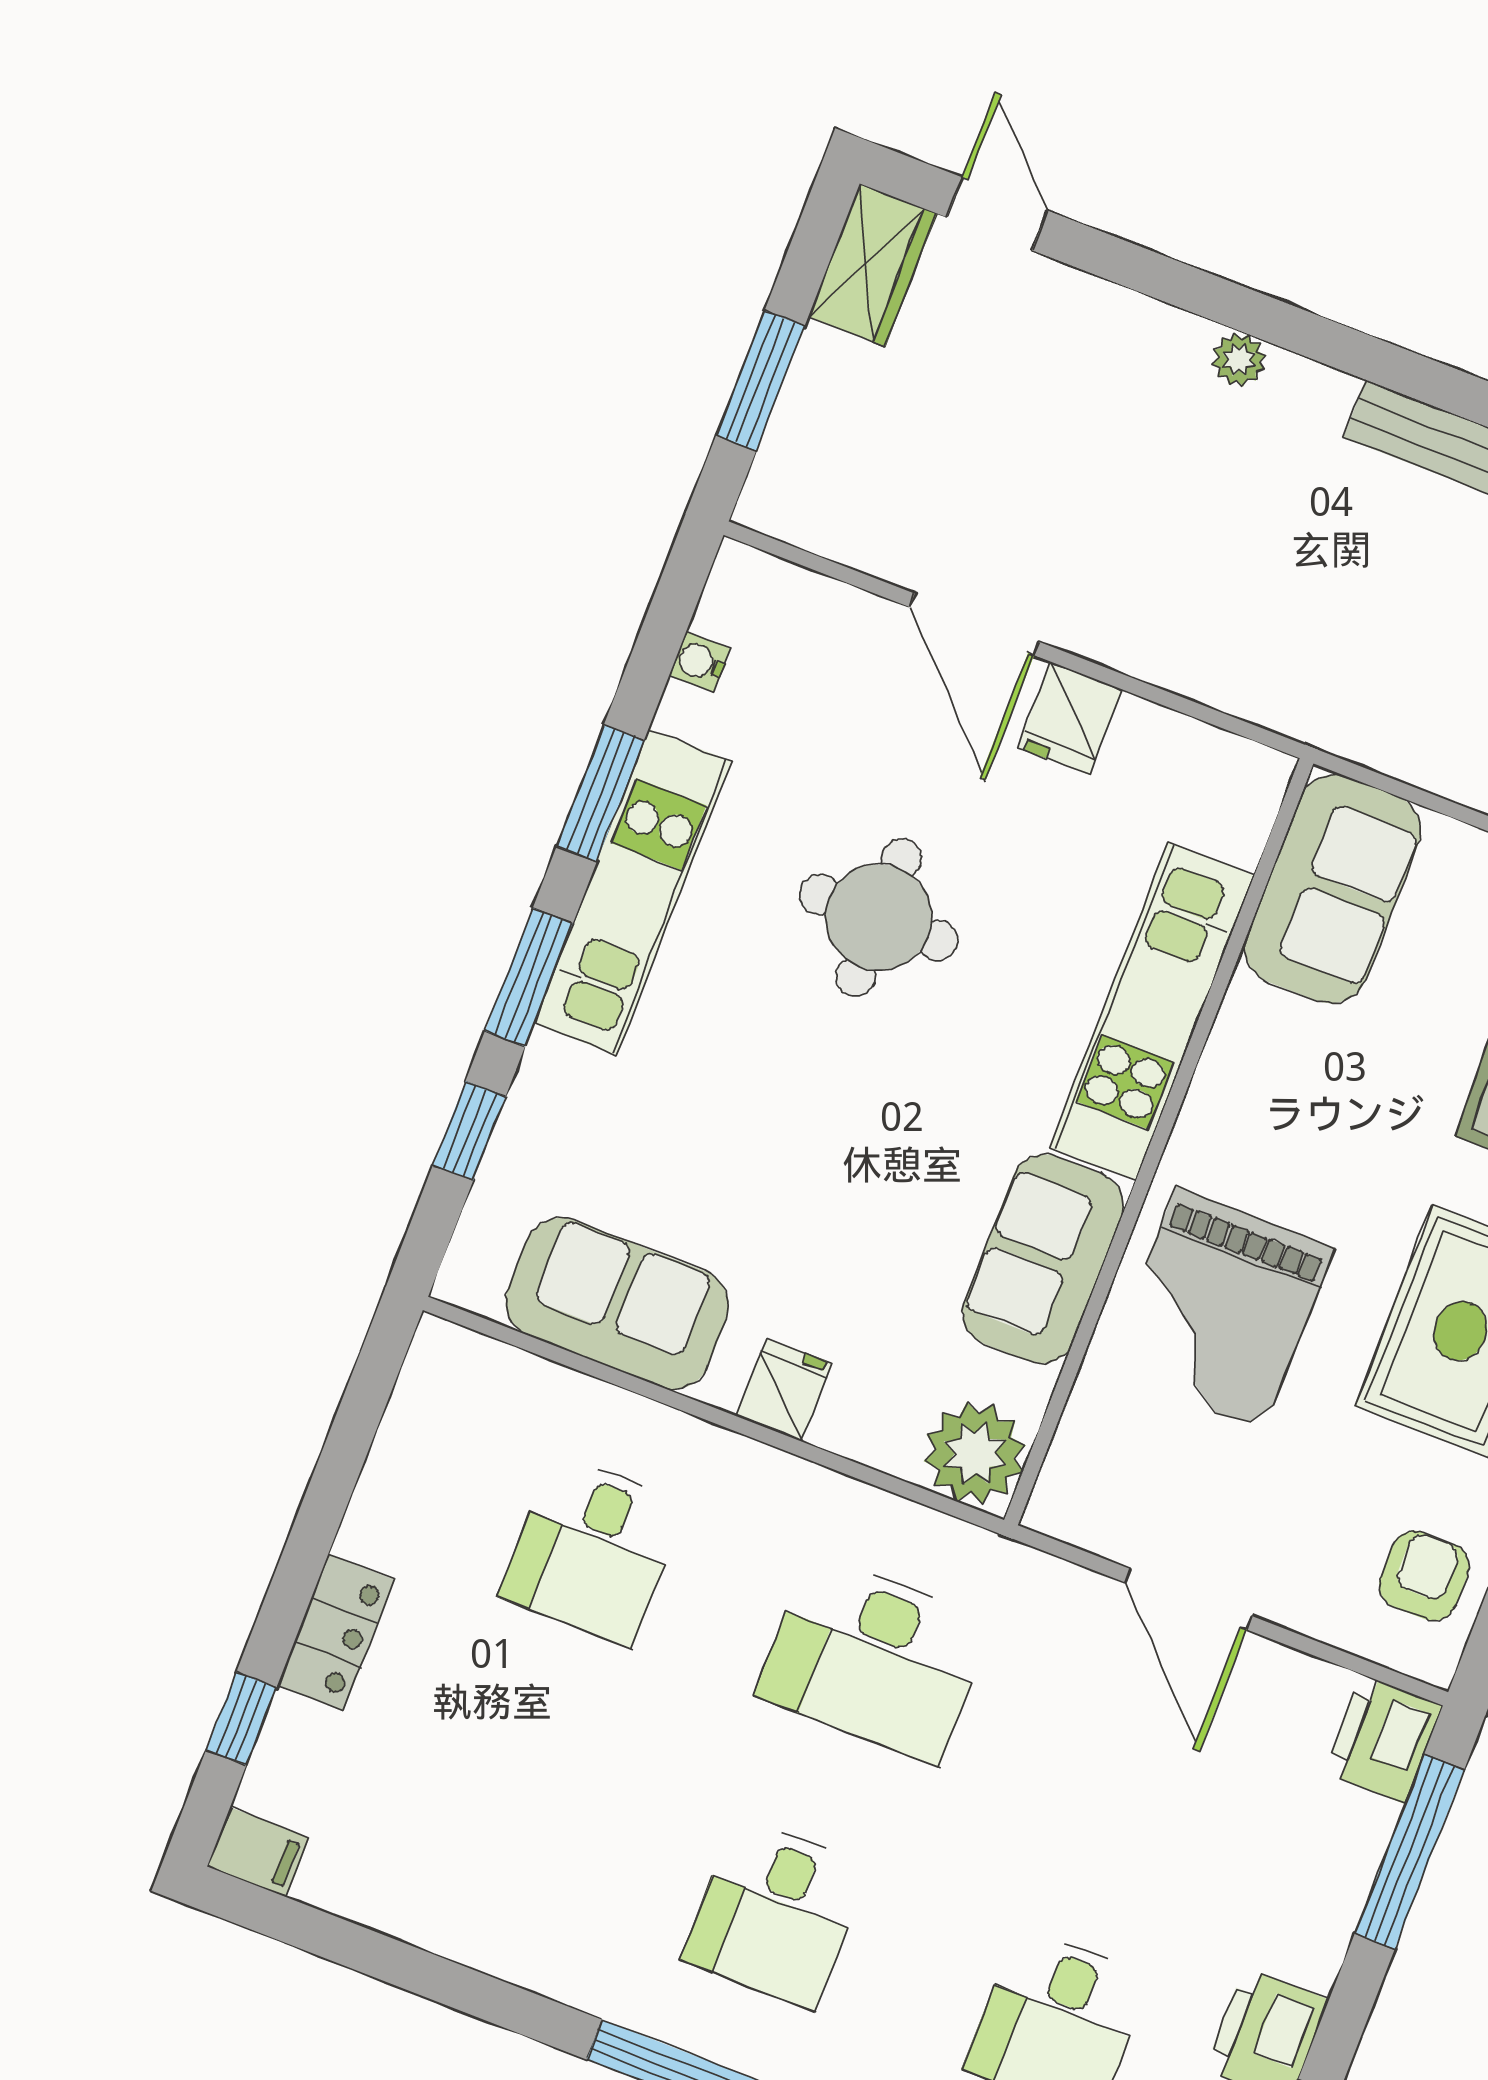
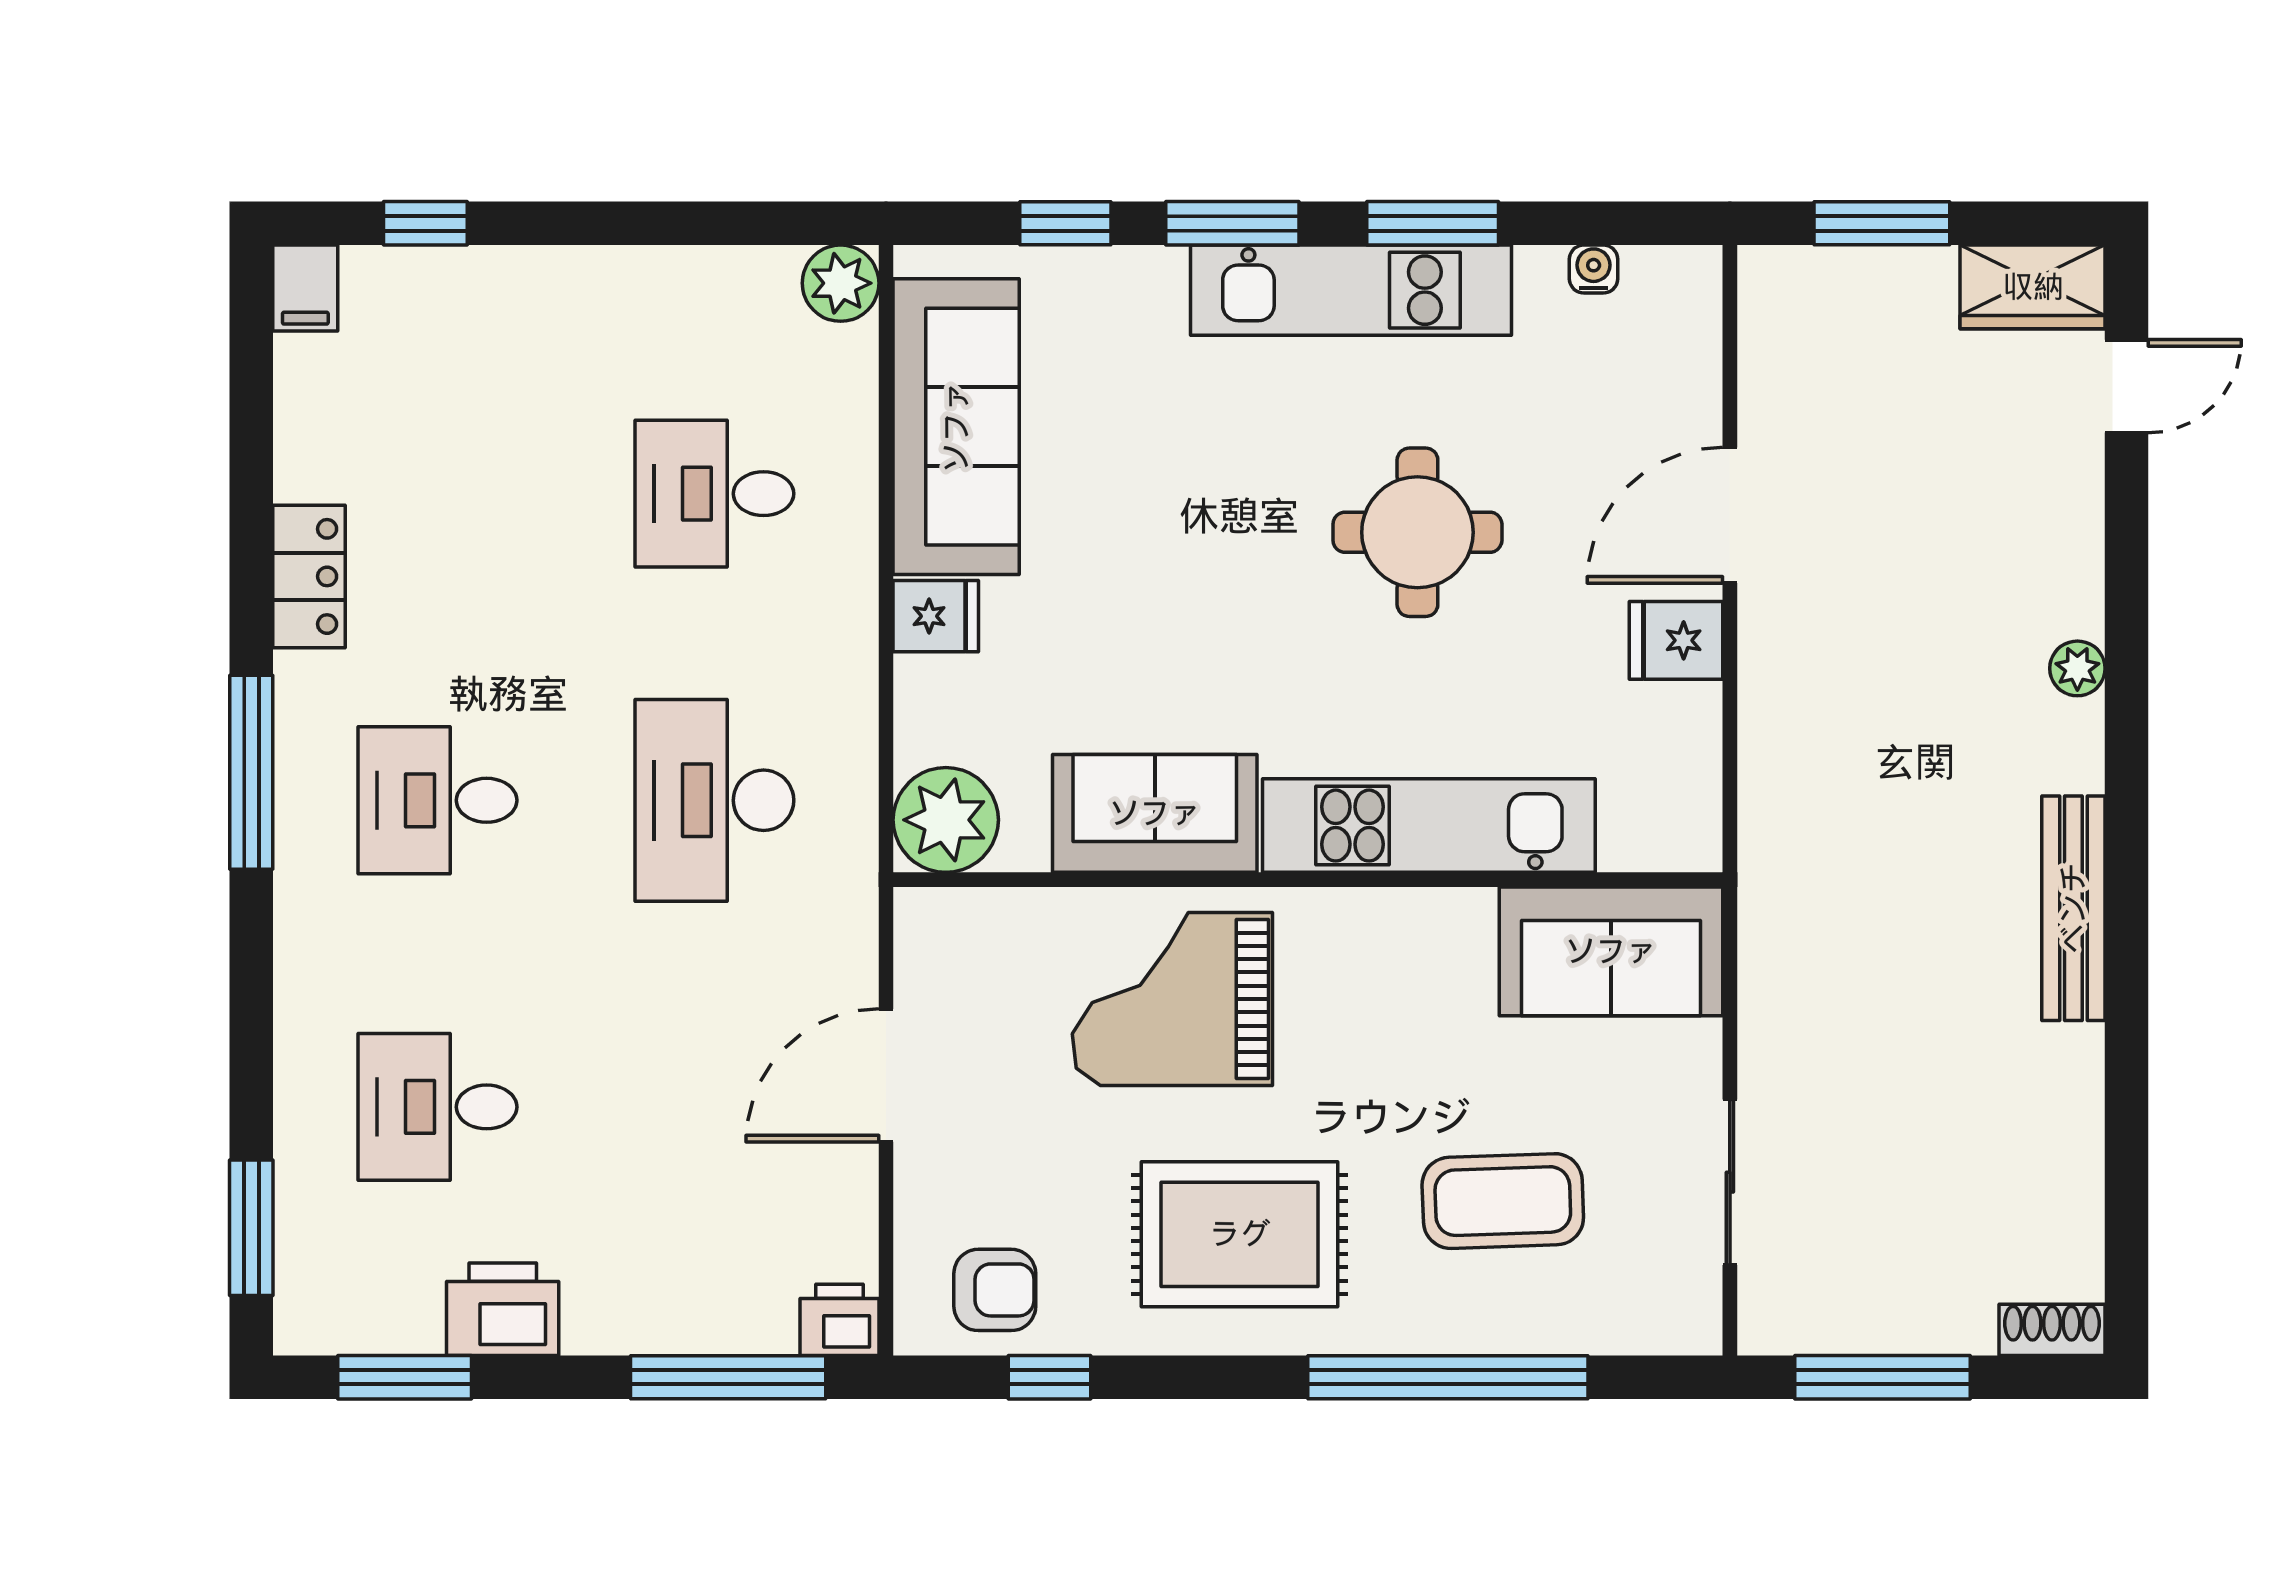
sofa: (617, 1304) -> (956, 427), width x1.36
plant: (444, 1359) -> (841, 283), added
locker: (336, 1632) -> (309, 576), moved, turned -90
printer: (1383, 1739) -> (840, 1320), width x0.73, depth x0.81

